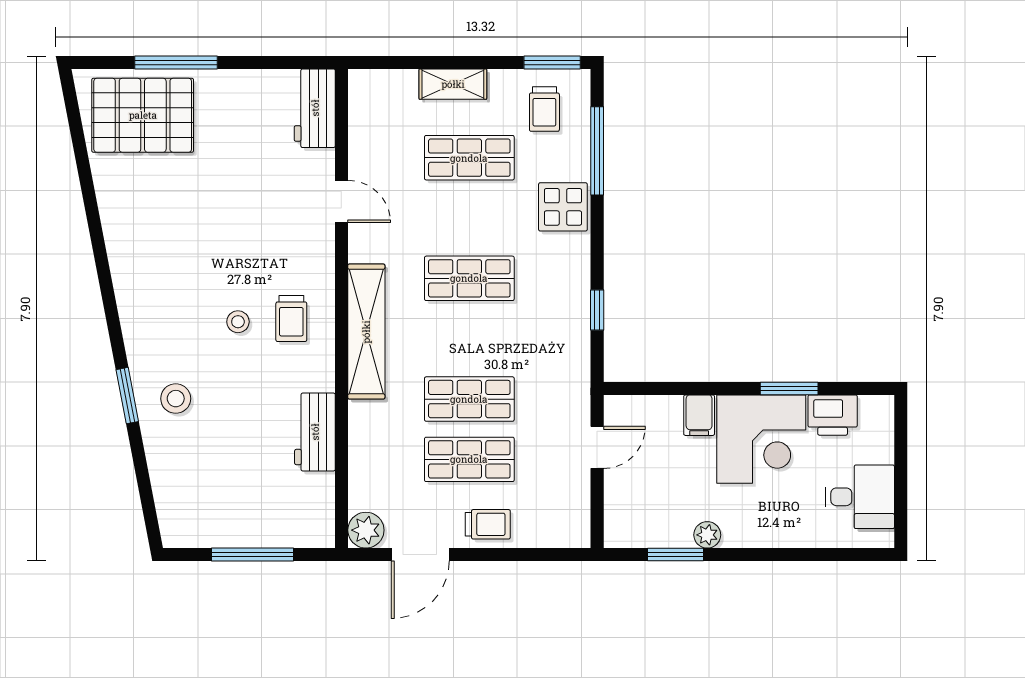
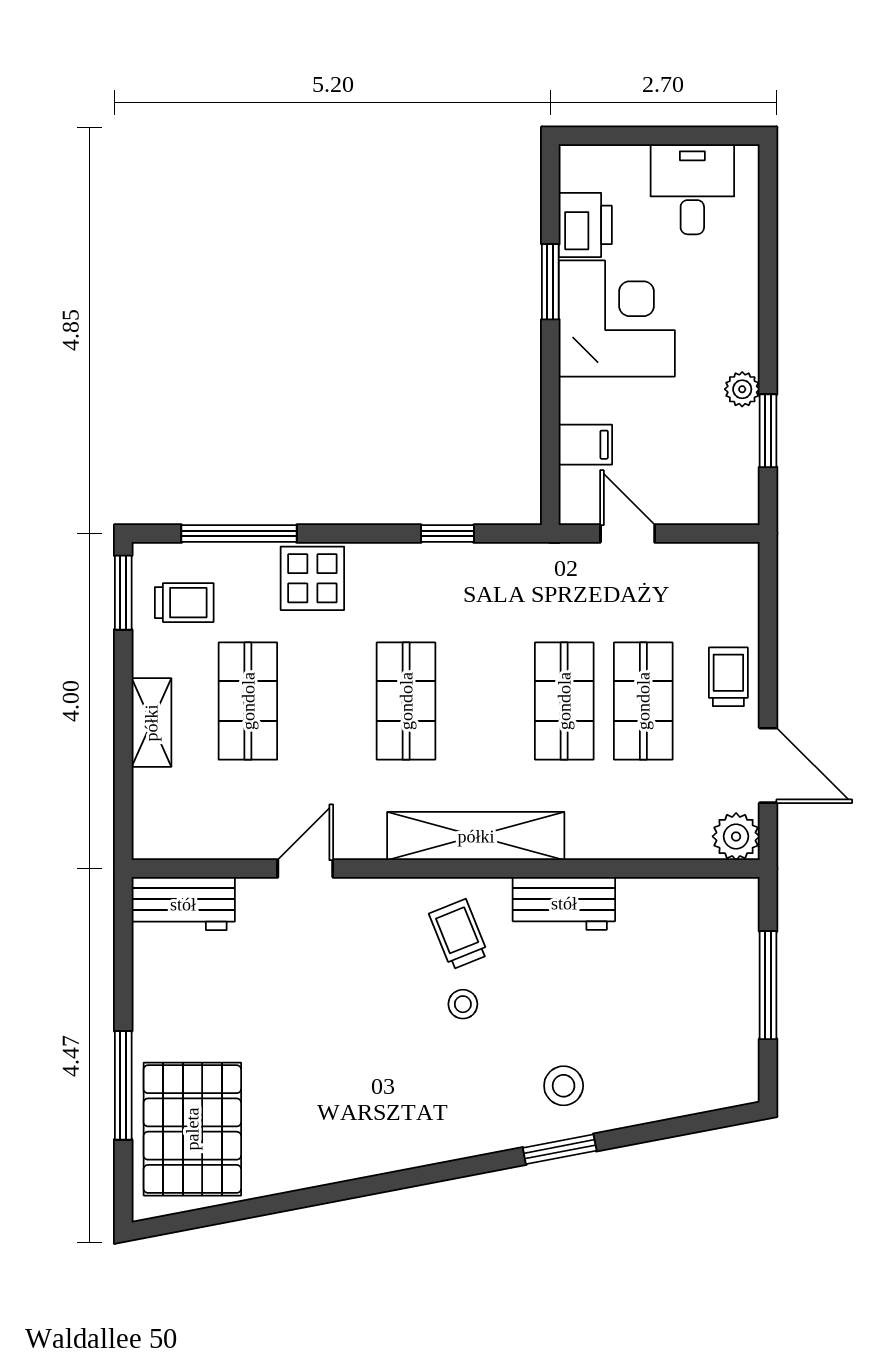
trolley: (291, 318) -> (459, 934), turned -112
filing cabinet: (699, 415) -> (585, 445), moved
workbench: (315, 432) -> (564, 903), moved

